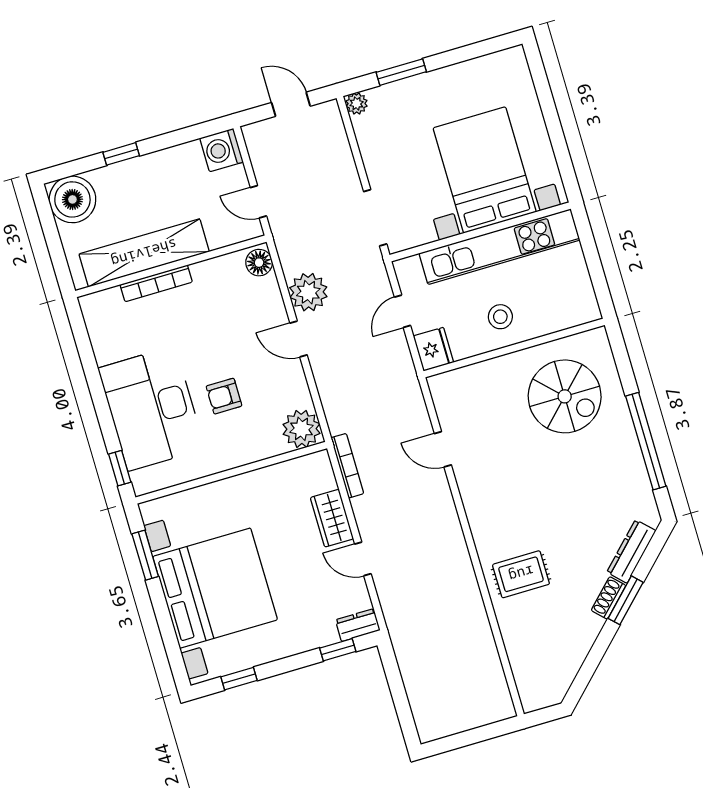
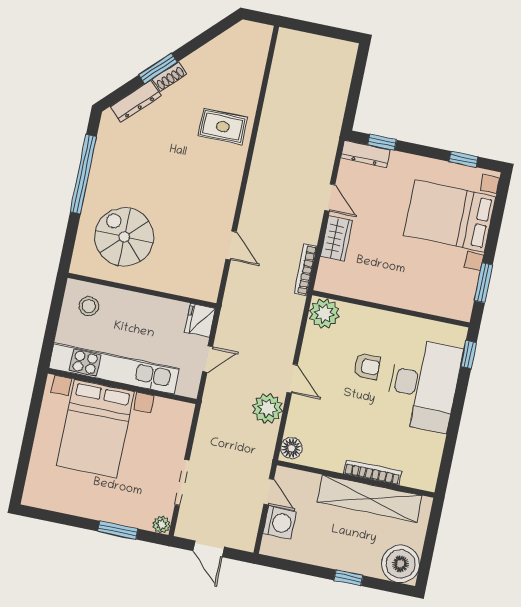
washing machine: (222, 150) -> (280, 523), moved
doorway: (375, 218) -> (182, 482), moved
stool: (500, 317) -> (89, 306), moved
bed with nightstands: (215, 588) -> (450, 216), width x0.73
dresser: (358, 625) -> (365, 154), width x1.44

